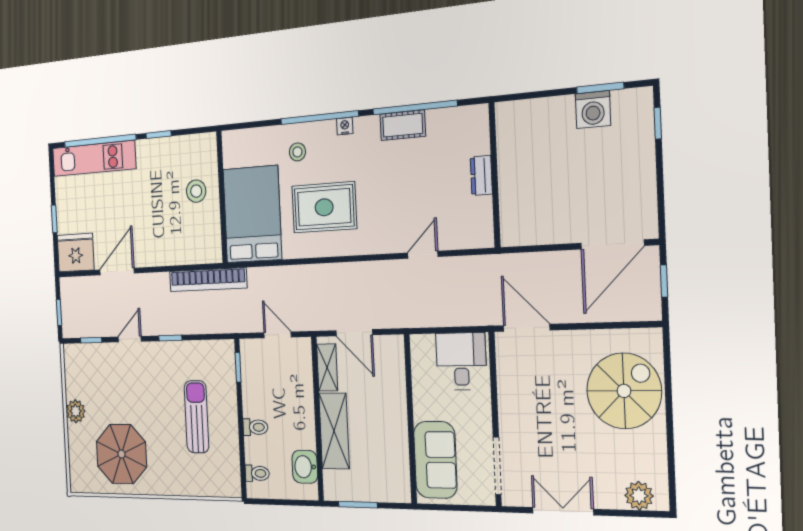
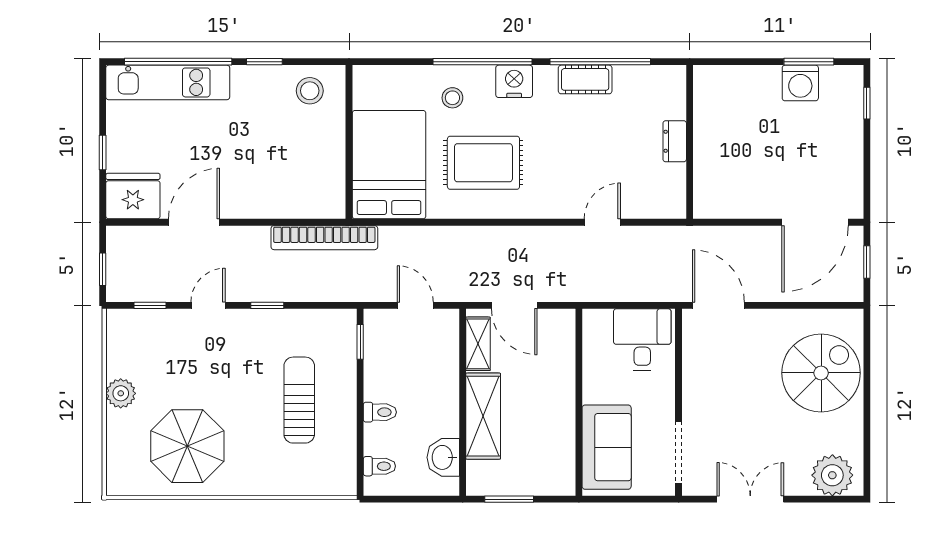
nightstand: (345, 126) -> (514, 81), width x1.89, depth x1.79
stool: (196, 191) -> (310, 91), moved
plant: (639, 496) -> (832, 475), width x1.36, depth x1.36

